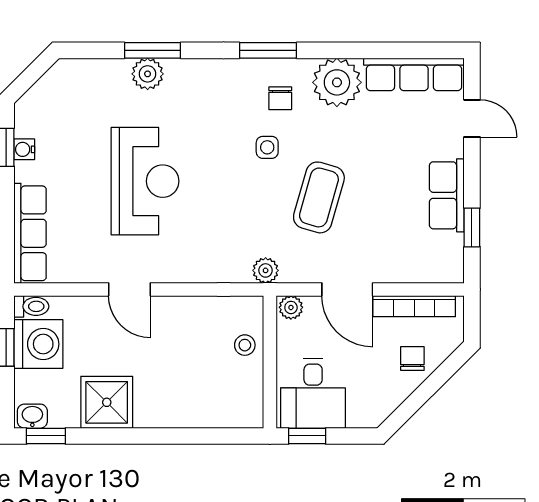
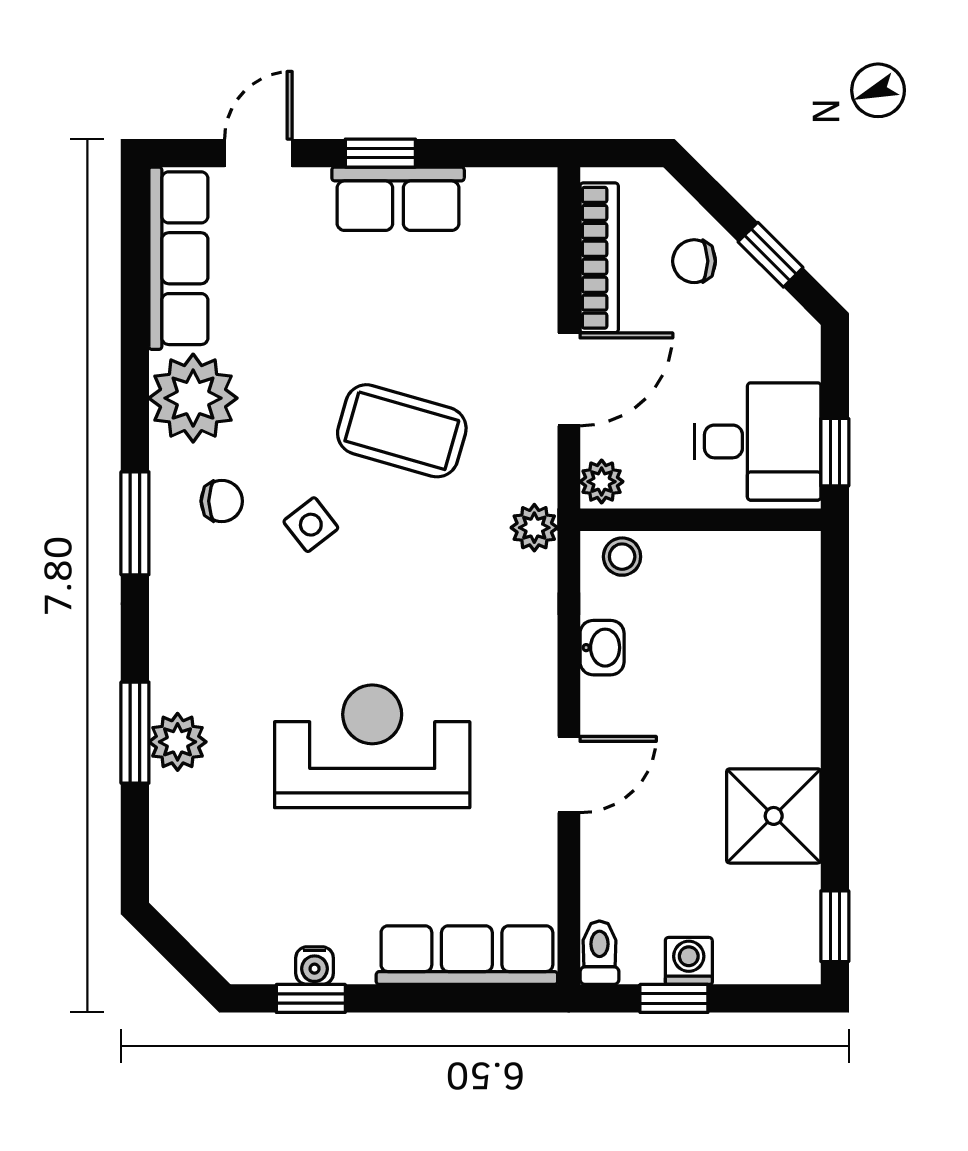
side table: (267, 147) -> (311, 525), turned -38
window: (472, 227) -> (380, 153), moved
washing machine: (38, 344) -> (689, 961), width x0.53, depth x0.53
stool: (245, 345) -> (622, 557), moved
window: (416, 401) -> (771, 255), added
washbasin: (32, 416) -> (602, 648), moved, turned 180

